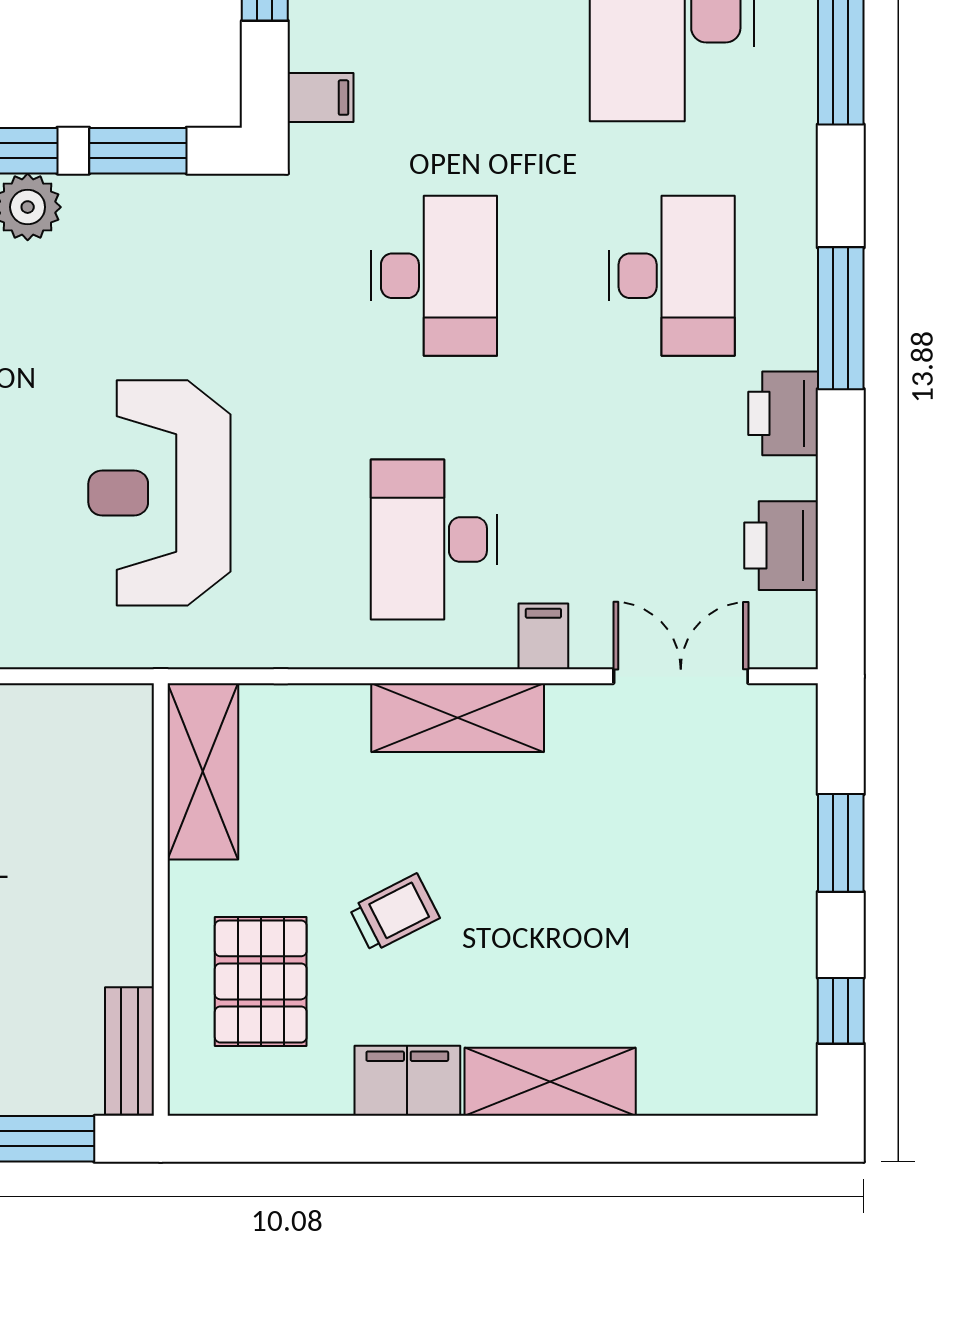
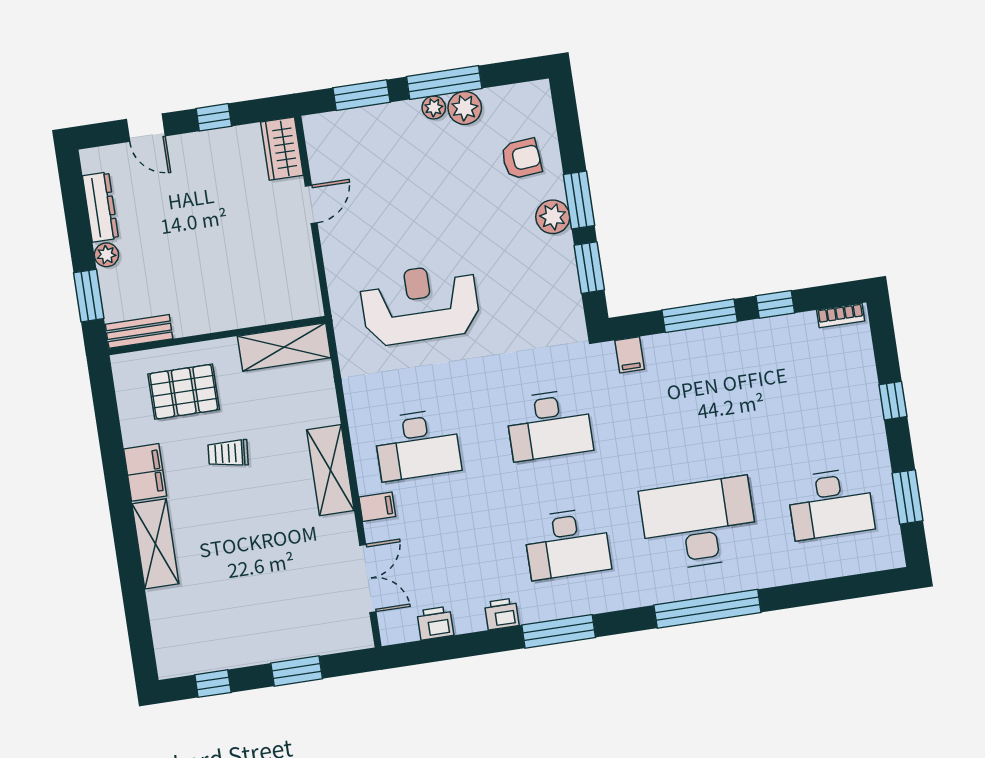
printer: (783, 413) -> (502, 614), width x0.73, depth x0.81
desk: (434, 540) -> (417, 445), turned 180
printer: (781, 546) -> (435, 623), width x0.73, depth x0.81
trolley: (394, 913) -> (228, 453), turned 122

